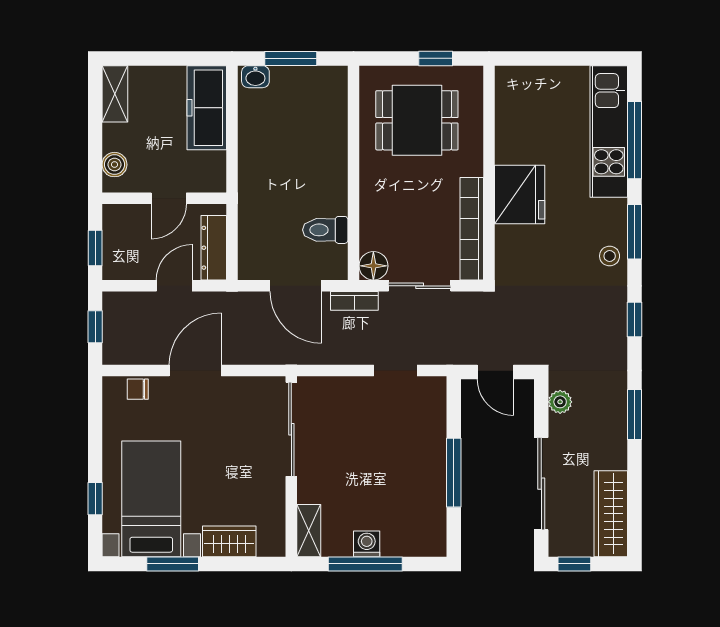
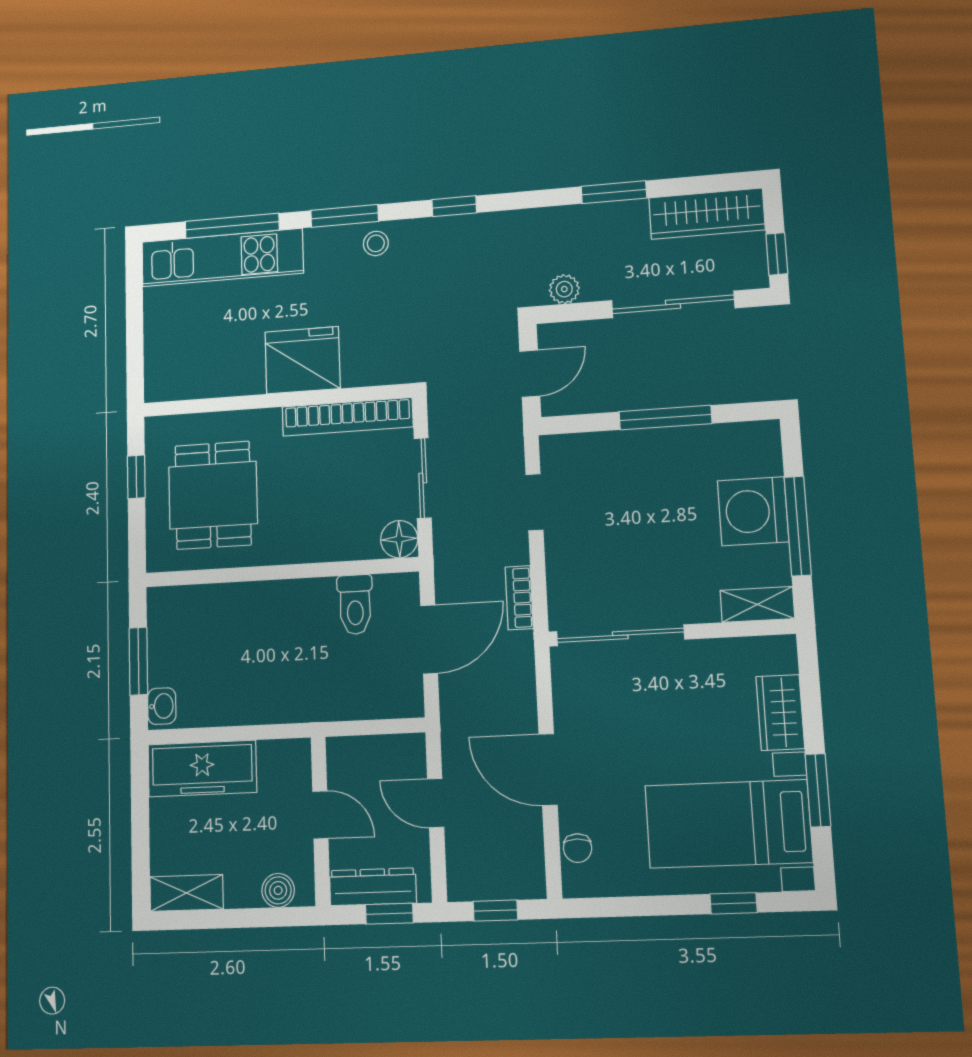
dresser: (214, 248) -> (373, 887), moved, turned 180
bookcase: (354, 301) -> (519, 598), moved, turned 180
window: (634, 414) -> (614, 192), moved
washing machine: (367, 544) -> (753, 511), width x1.89, depth x1.89

